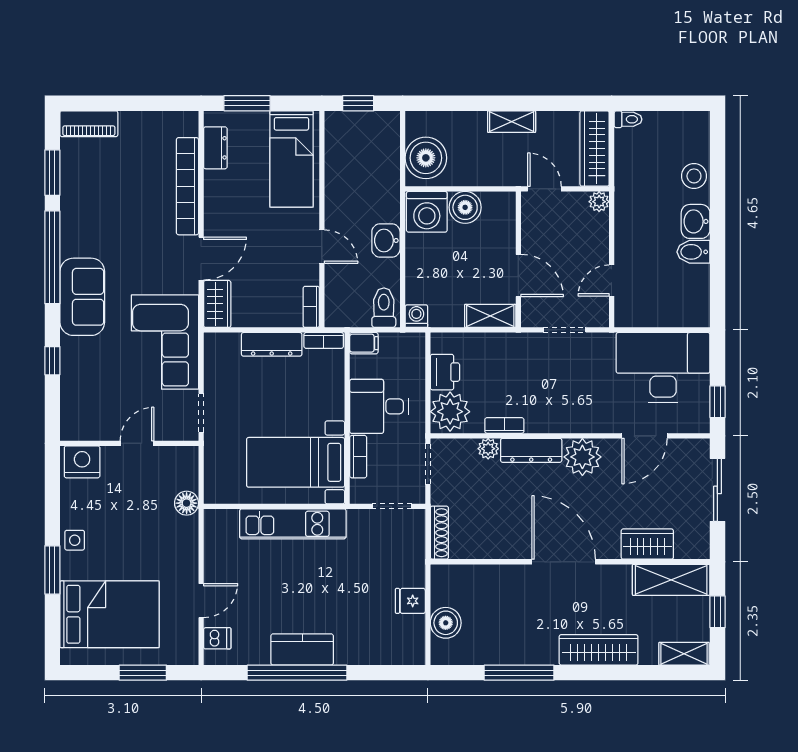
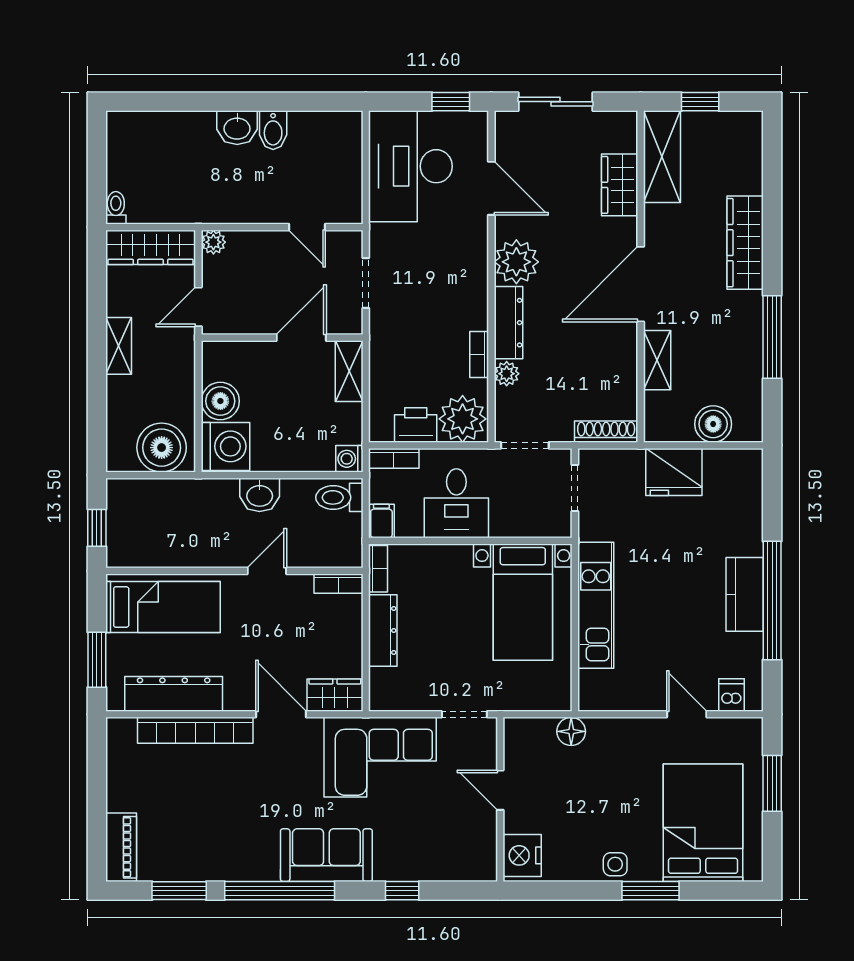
dresser: (215, 148) -> (174, 694), width x1.96, depth x1.24
stool: (694, 176) -> (183, 130), removed
bookcase: (358, 457) -> (394, 458), moved, turned 180
fridge: (410, 601) -> (674, 472), width x1.88, depth x1.34
shelving: (684, 654) -> (657, 360), moved

